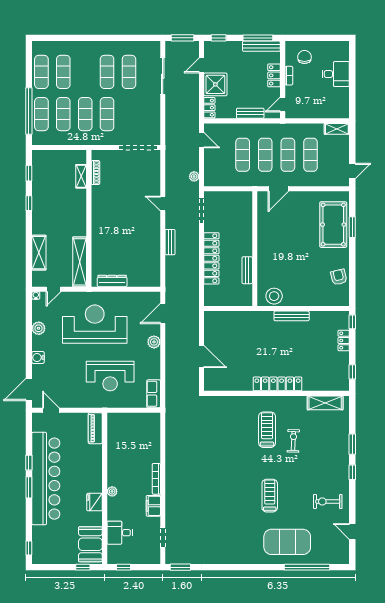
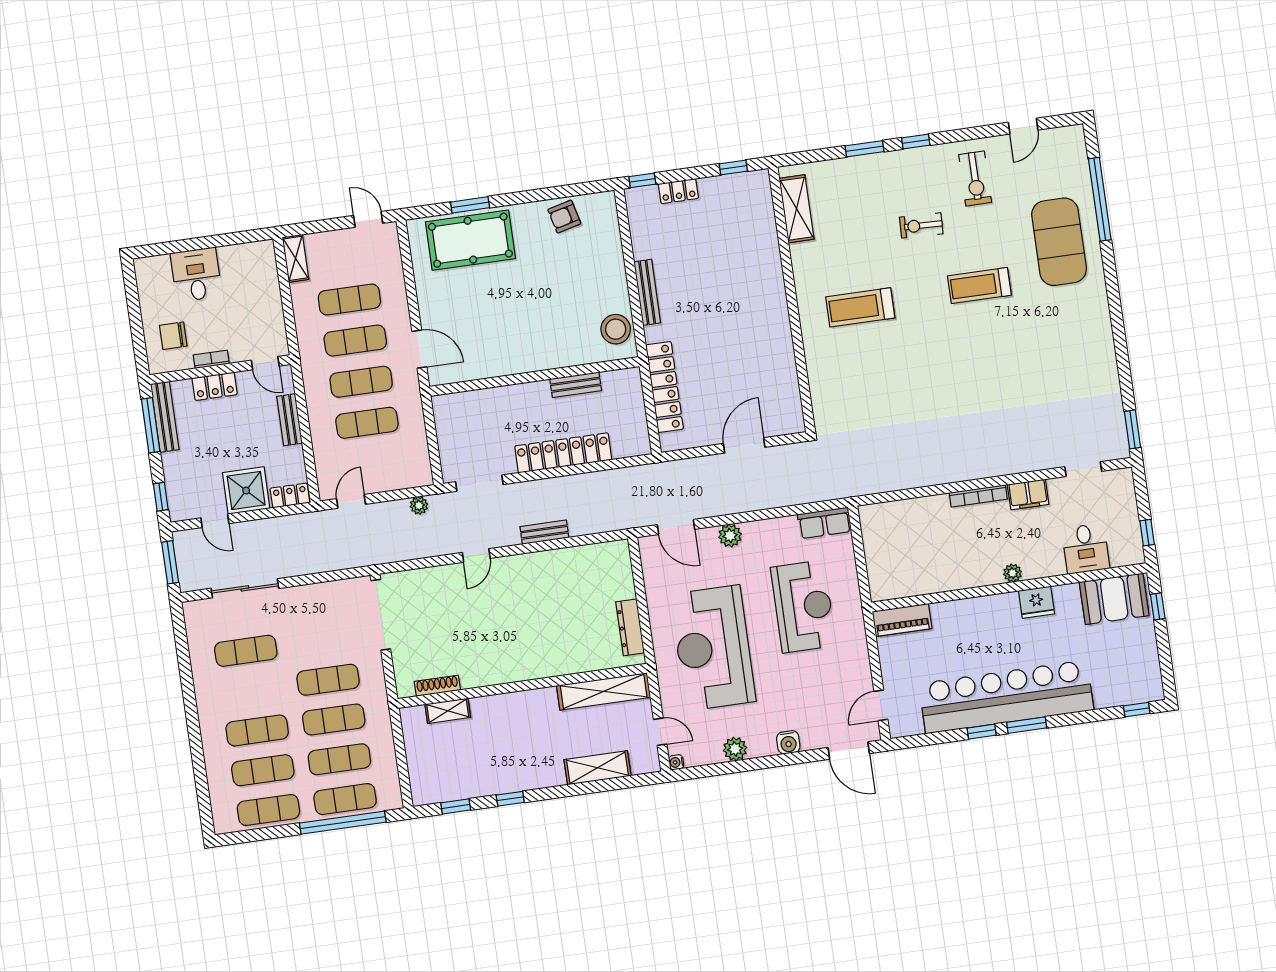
exercise mat: (107, 72) -> (257, 730), moved
locker: (277, 384) -> (665, 387), moved, turned 180
exercise bike: (293, 441) -> (921, 225), moved

